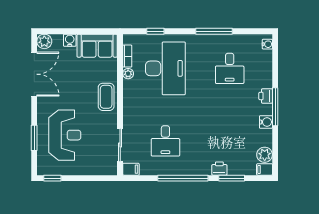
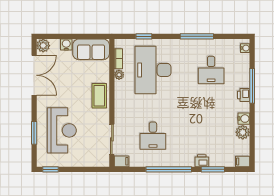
desk: (165, 68) -> (153, 70), turned 180
window: (275, 107) -> (252, 86), moved
plant: (265, 155) -> (243, 132), moved

